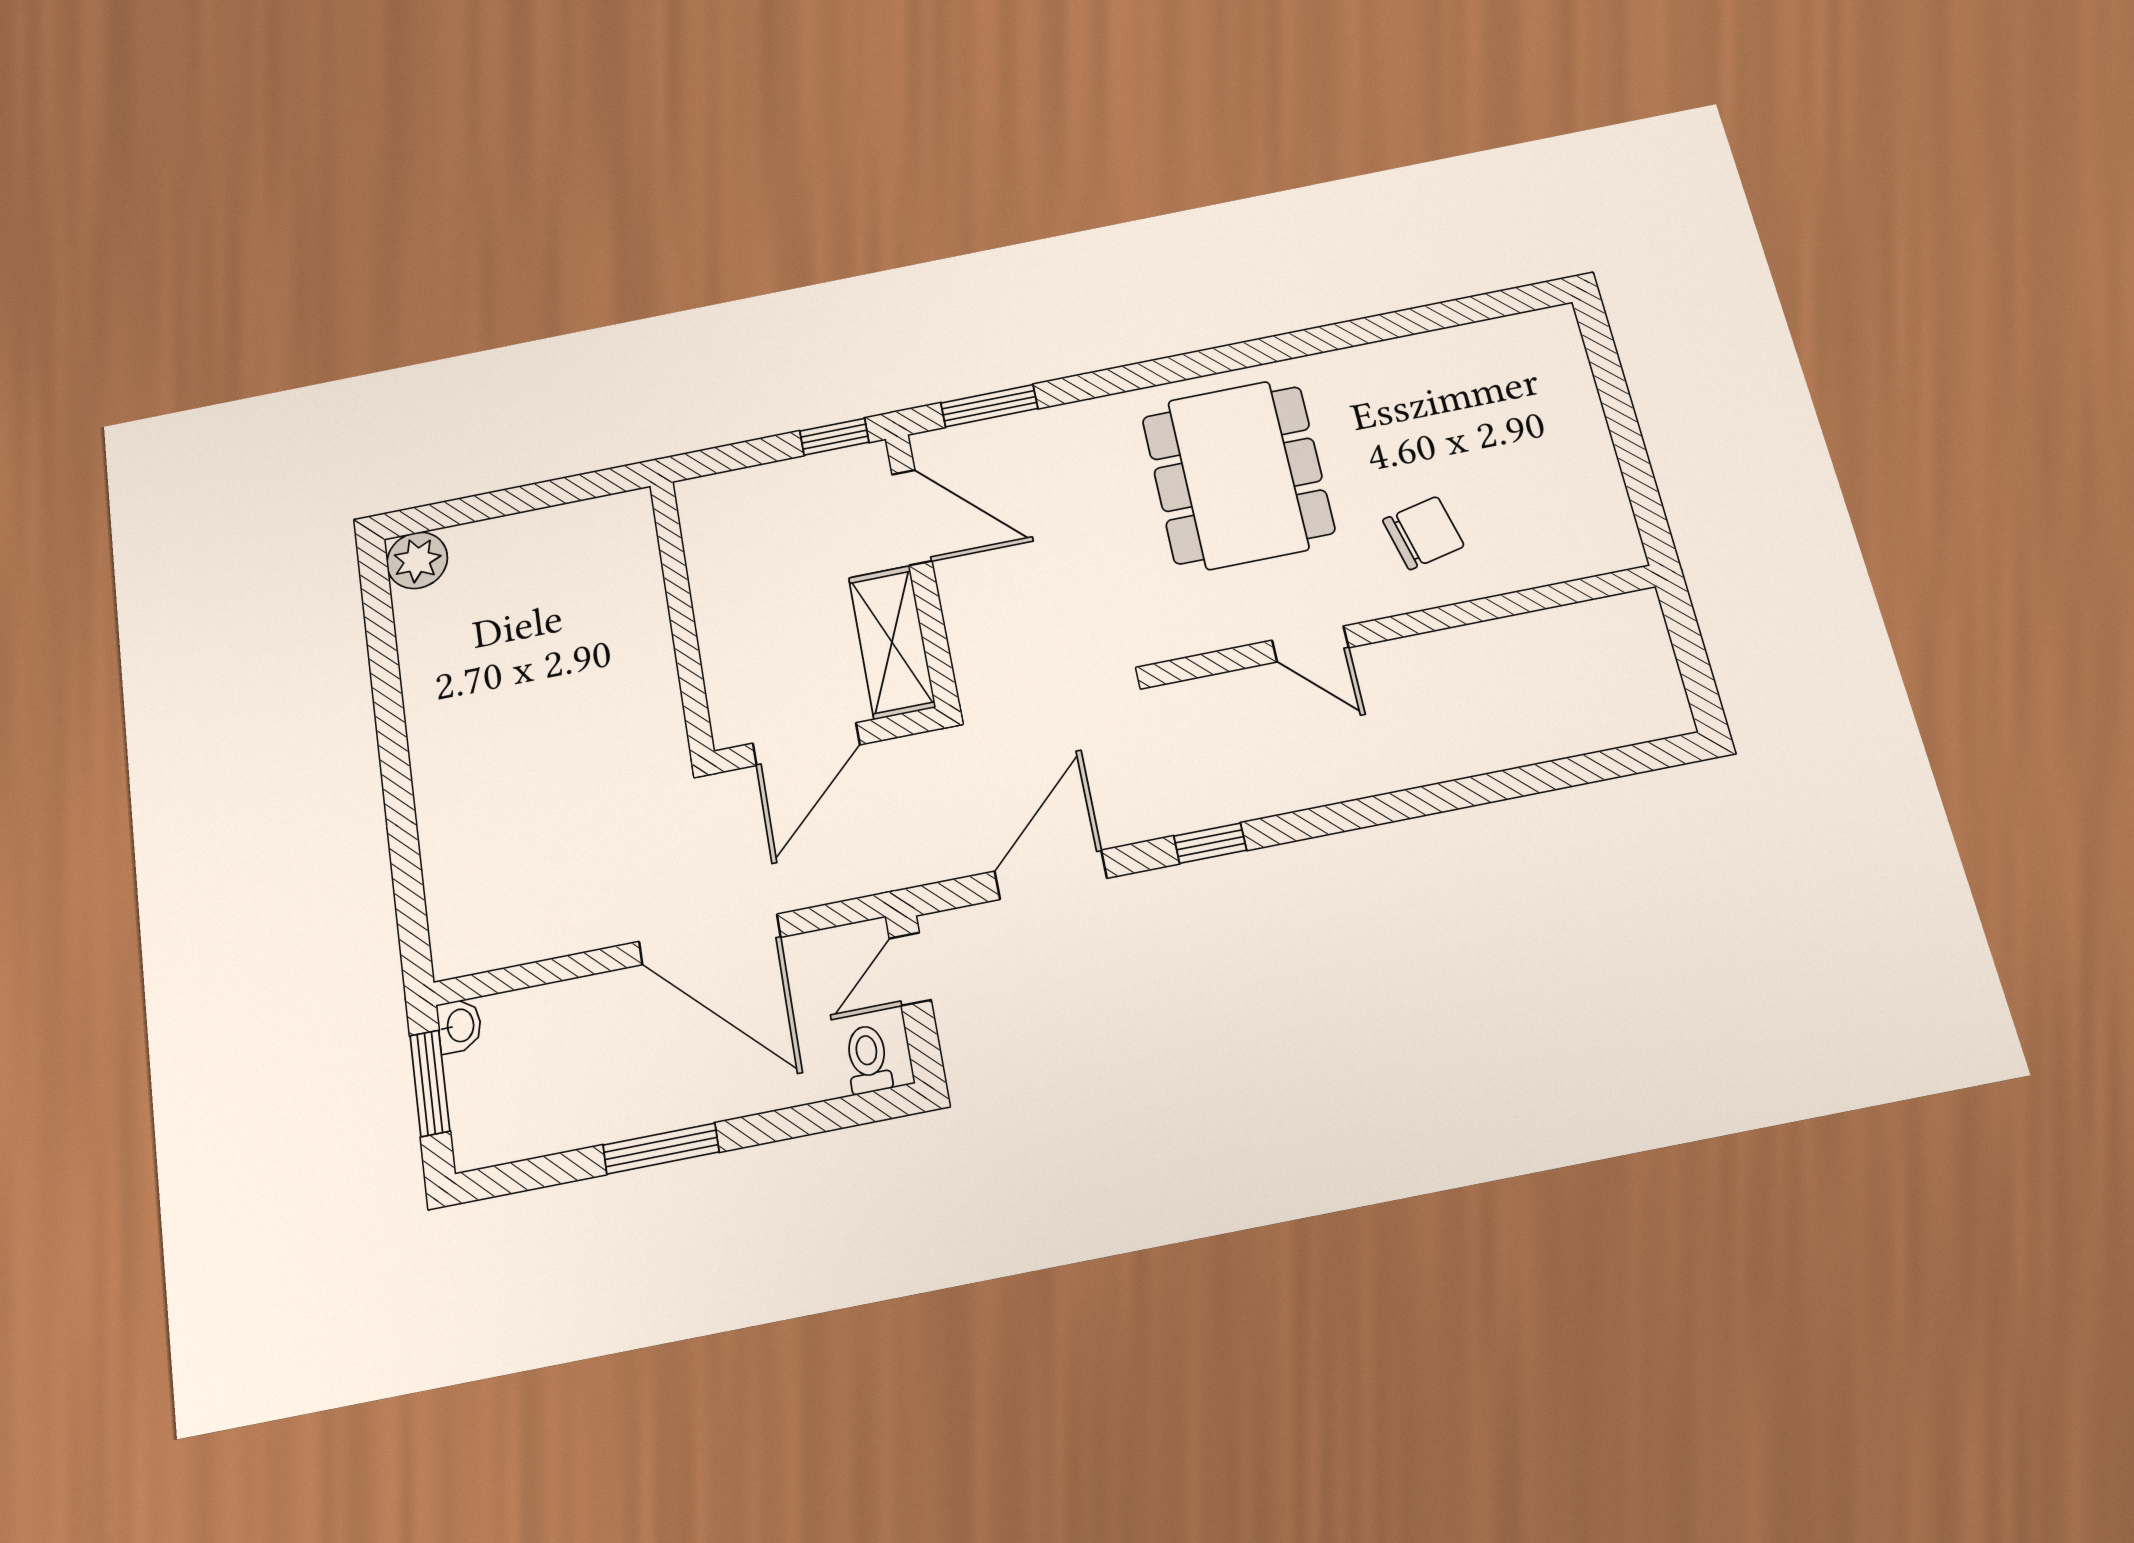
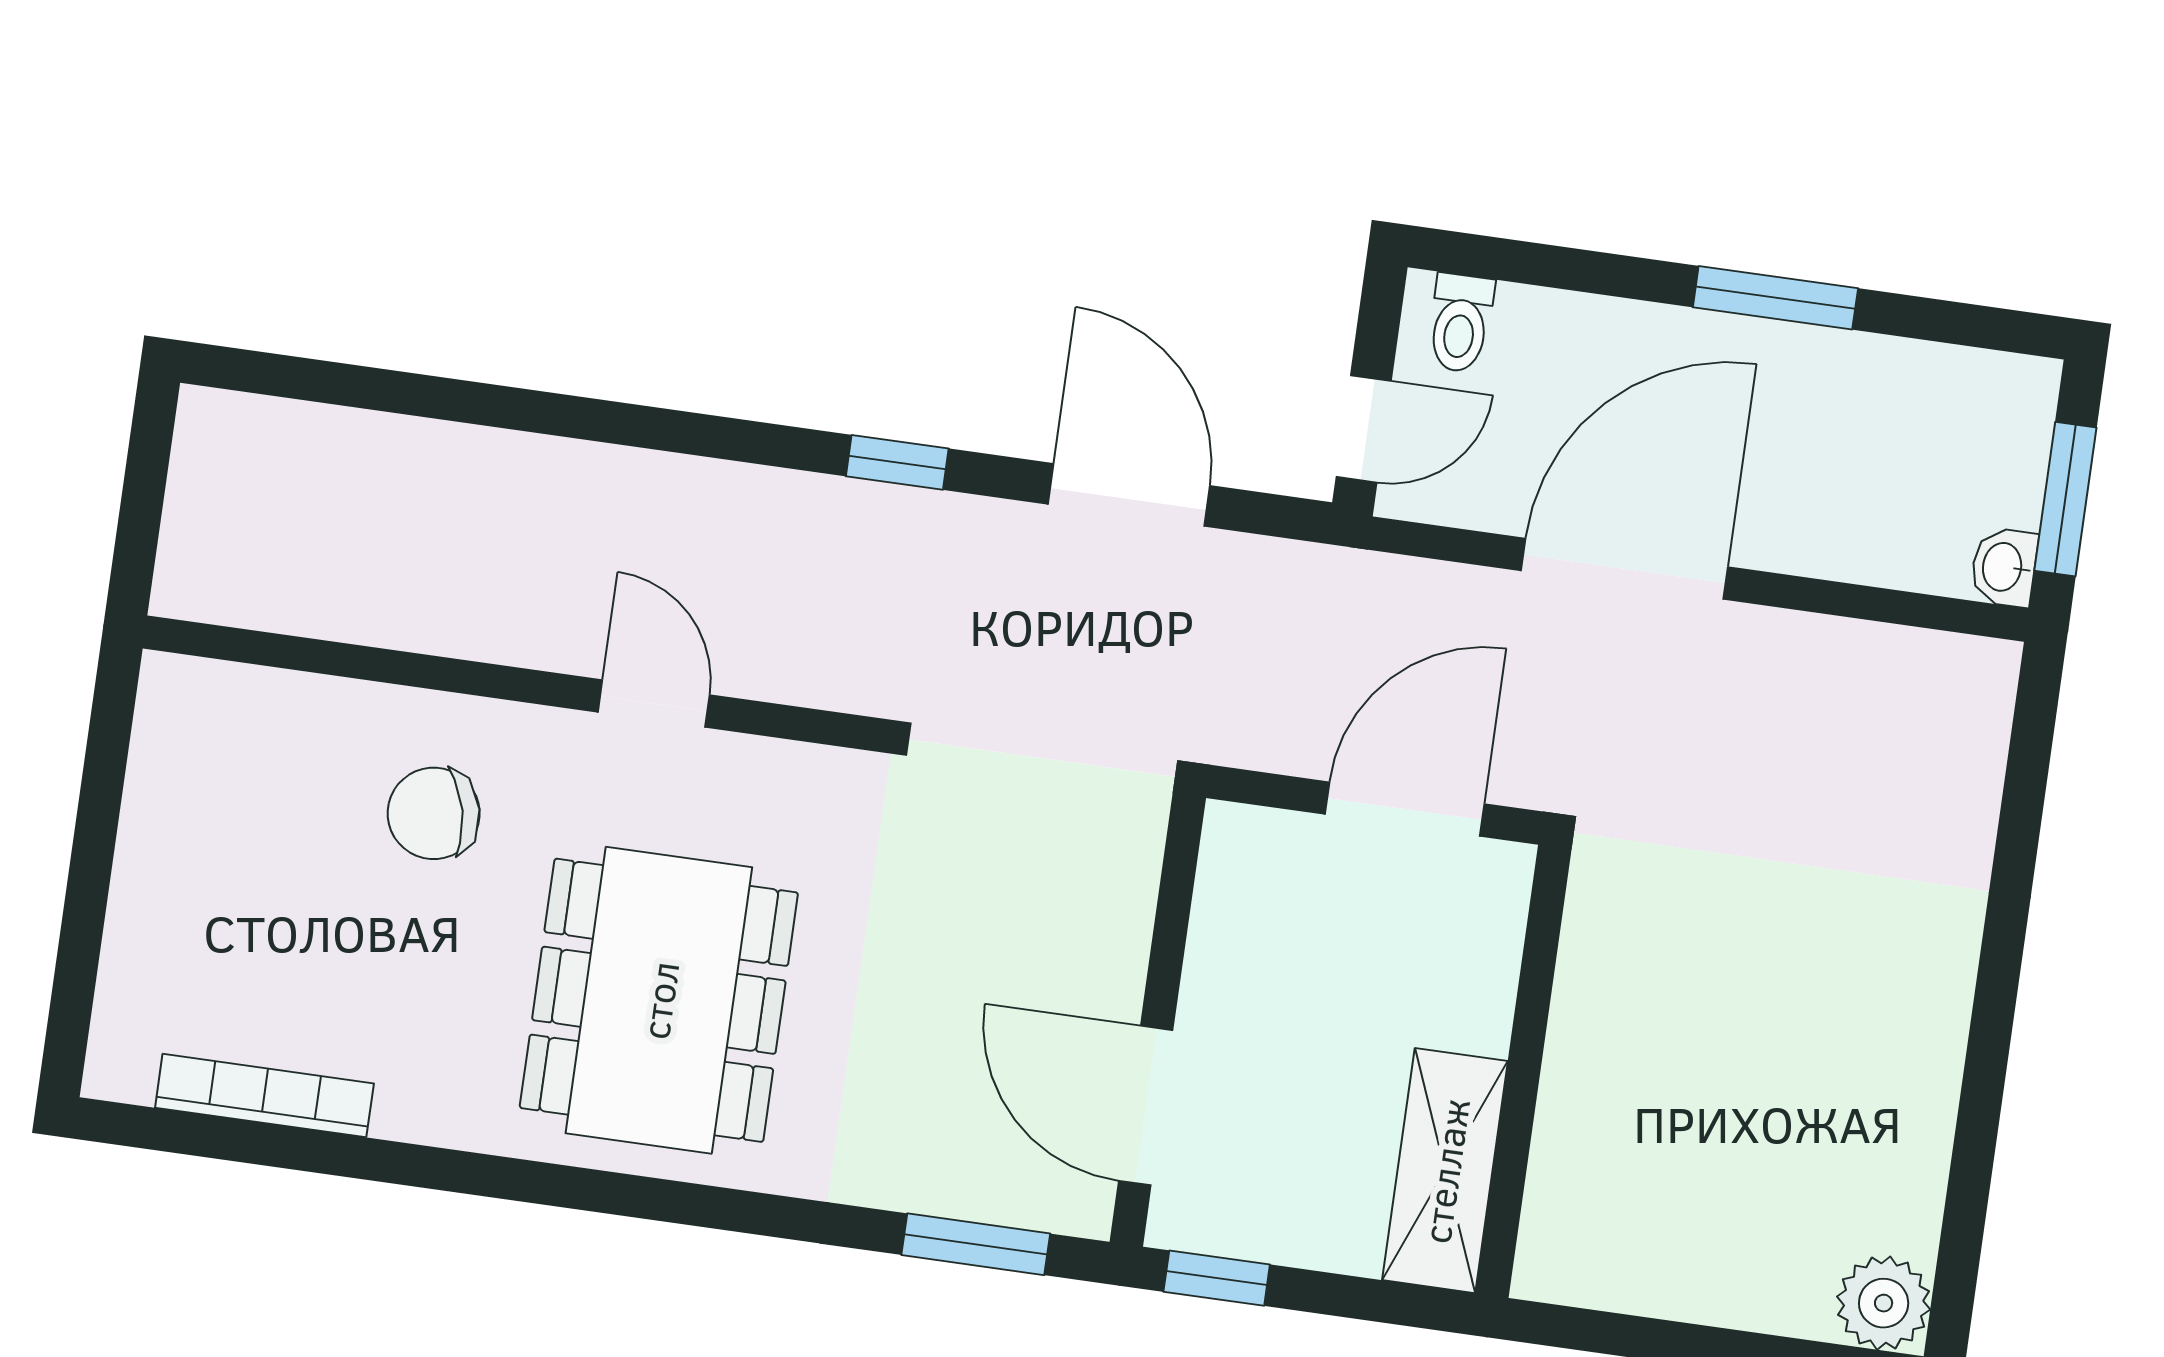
bookcase: (1460, 340) -> (264, 1096), added
shelving: (892, 642) -> (1445, 1171), moved
door: (1051, 875) -> (1129, 495), swing flipped
door: (710, 939) -> (1624, 569), hinge flipped

